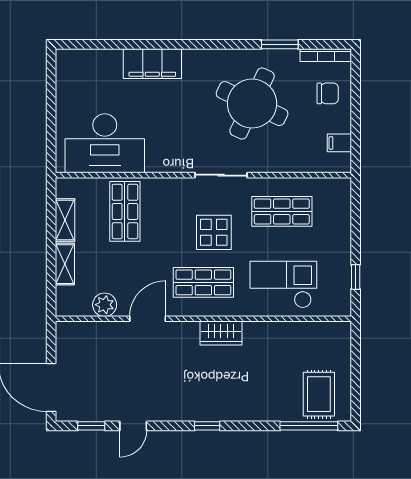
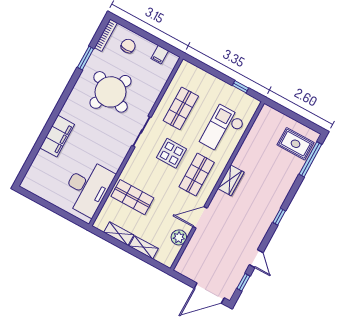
door: (148, 319) -> (200, 217), hinge flipped

